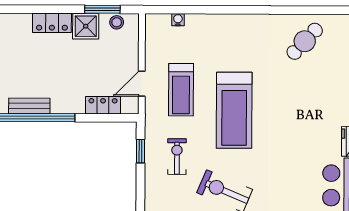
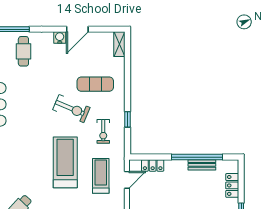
window: (141, 151) -> (128, 119), moved

